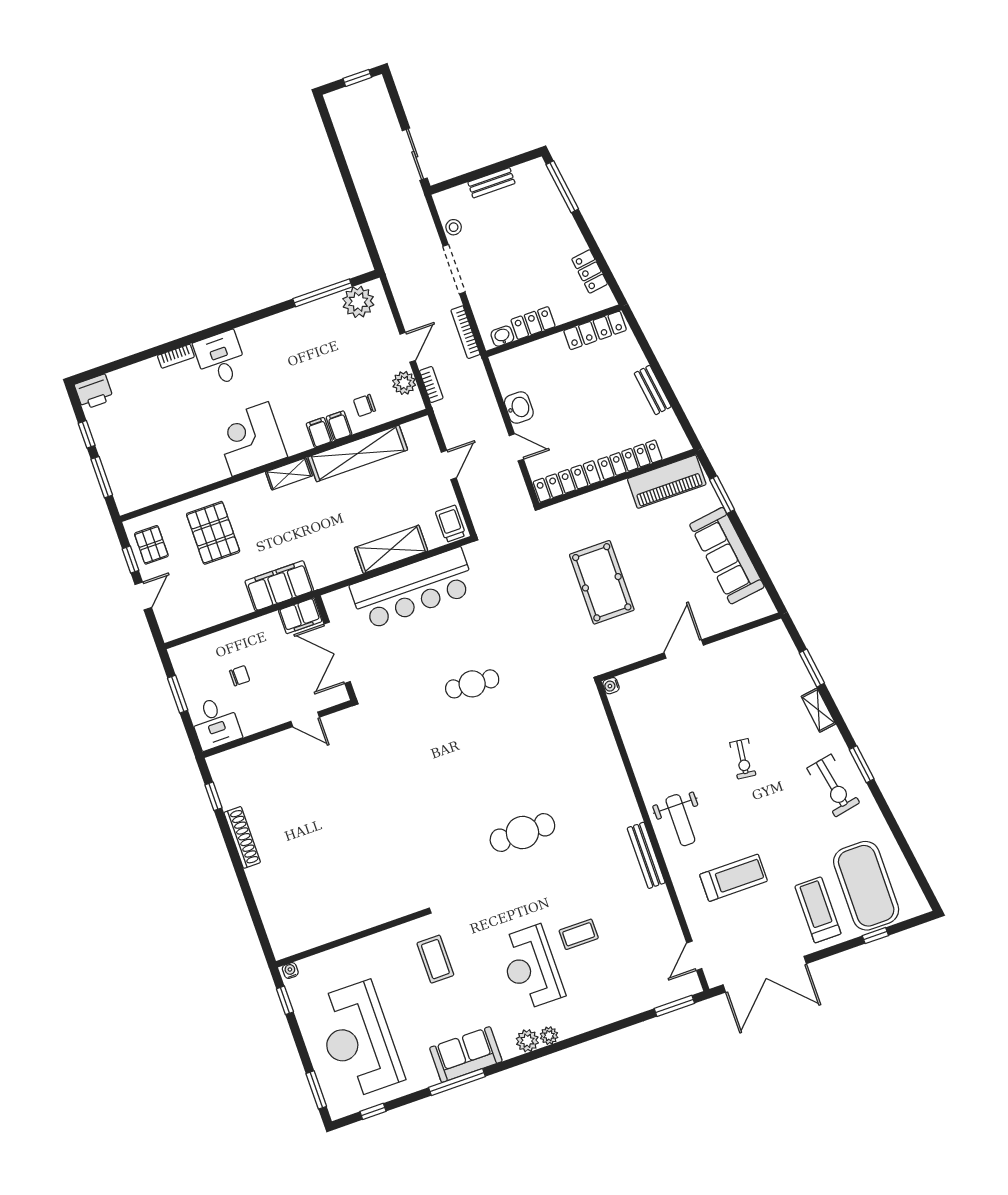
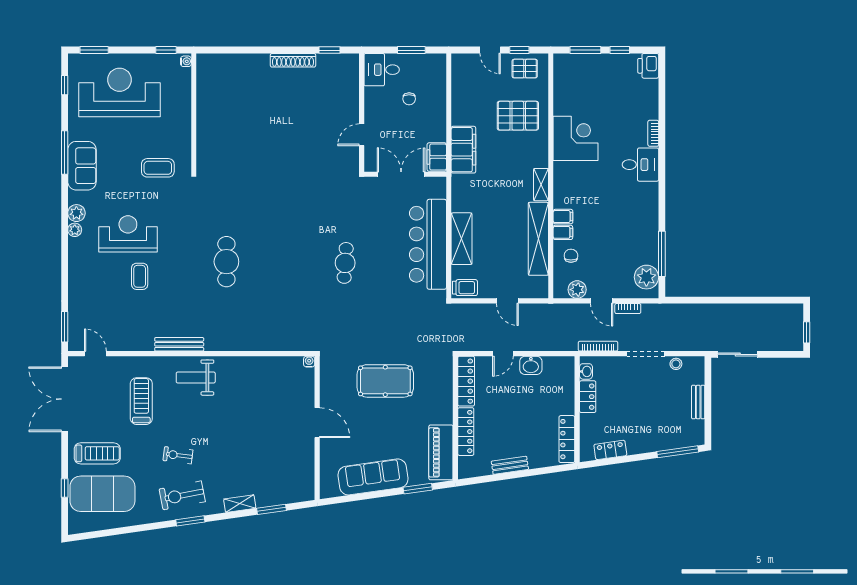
bookcase: (431, 385) -> (628, 309), moved
corner desk: (250, 439) -> (576, 138), moved
exercise bike: (743, 759) -> (178, 455), moved
treadmill: (734, 878) -> (141, 401), turned 180

